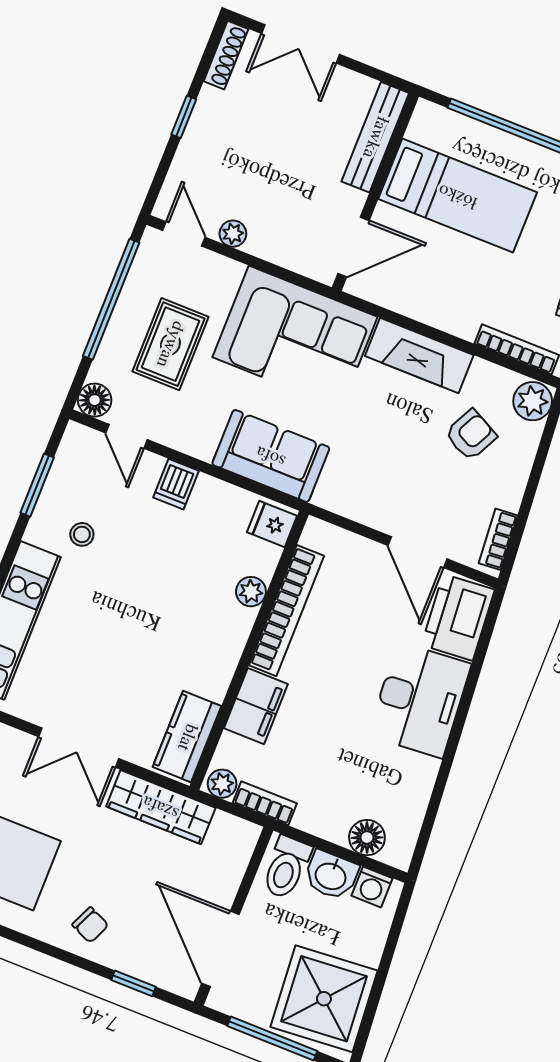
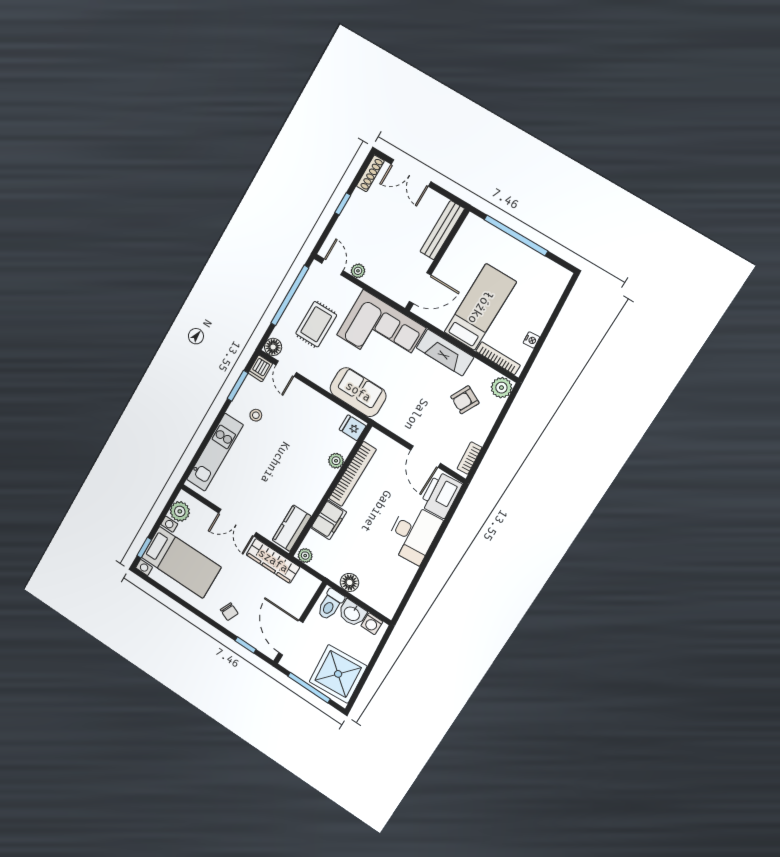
bed: (458, 196) -> (480, 307), moved, turned -90
armchair: (471, 435) -> (465, 400), turned 180
dishwasher: (176, 484) -> (260, 368), moved
bookcase: (265, 803) -> (325, 570), removed
floor lamp: (367, 838) -> (350, 582), moved

